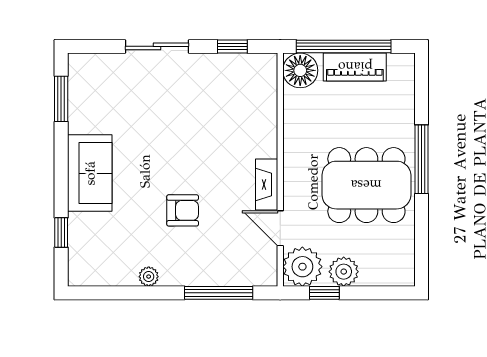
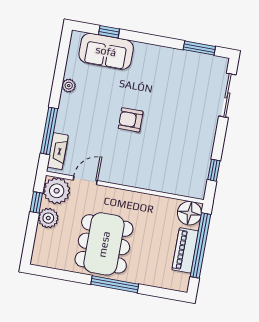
sliding door: (157, 46) -> (227, 95), moved
sofa: (90, 173) -> (106, 51), moved
fireplace: (267, 185) -> (58, 151), moved, turned 90
armchair: (183, 210) -> (131, 120), moved, turned 90

